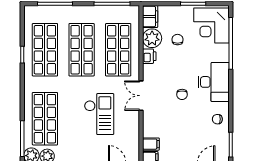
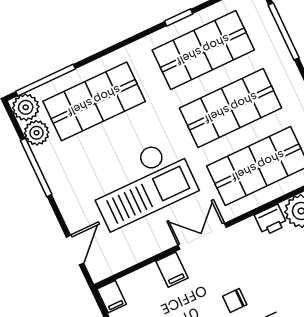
checkout: (99, 114) -> (142, 184), width x1.36, depth x1.21
filing cabinet: (151, 144) -> (172, 270), moved

